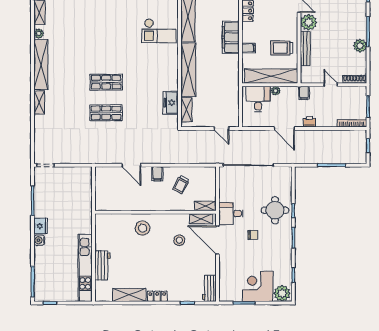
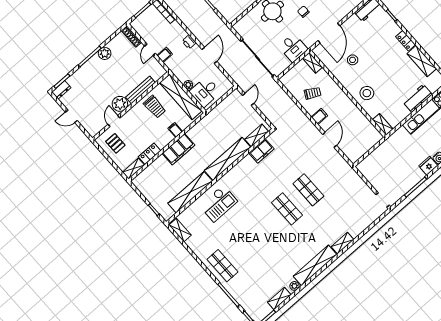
checkout: (159, 31) -> (218, 203), turned 90
filing cabinet: (304, 93) -> (165, 55), moved
desk: (231, 214) -> (293, 48), moved
shelving: (201, 219) -> (383, 124), moved

